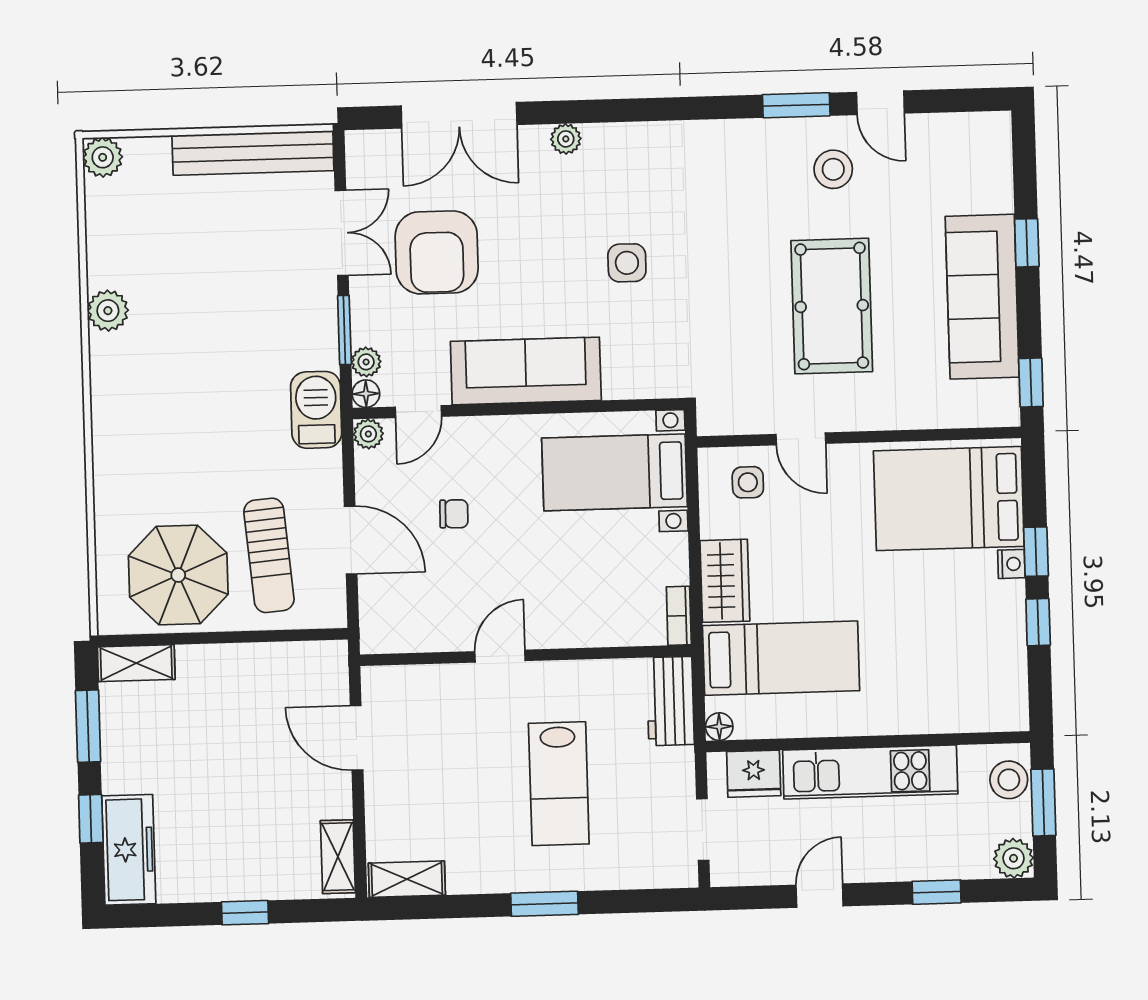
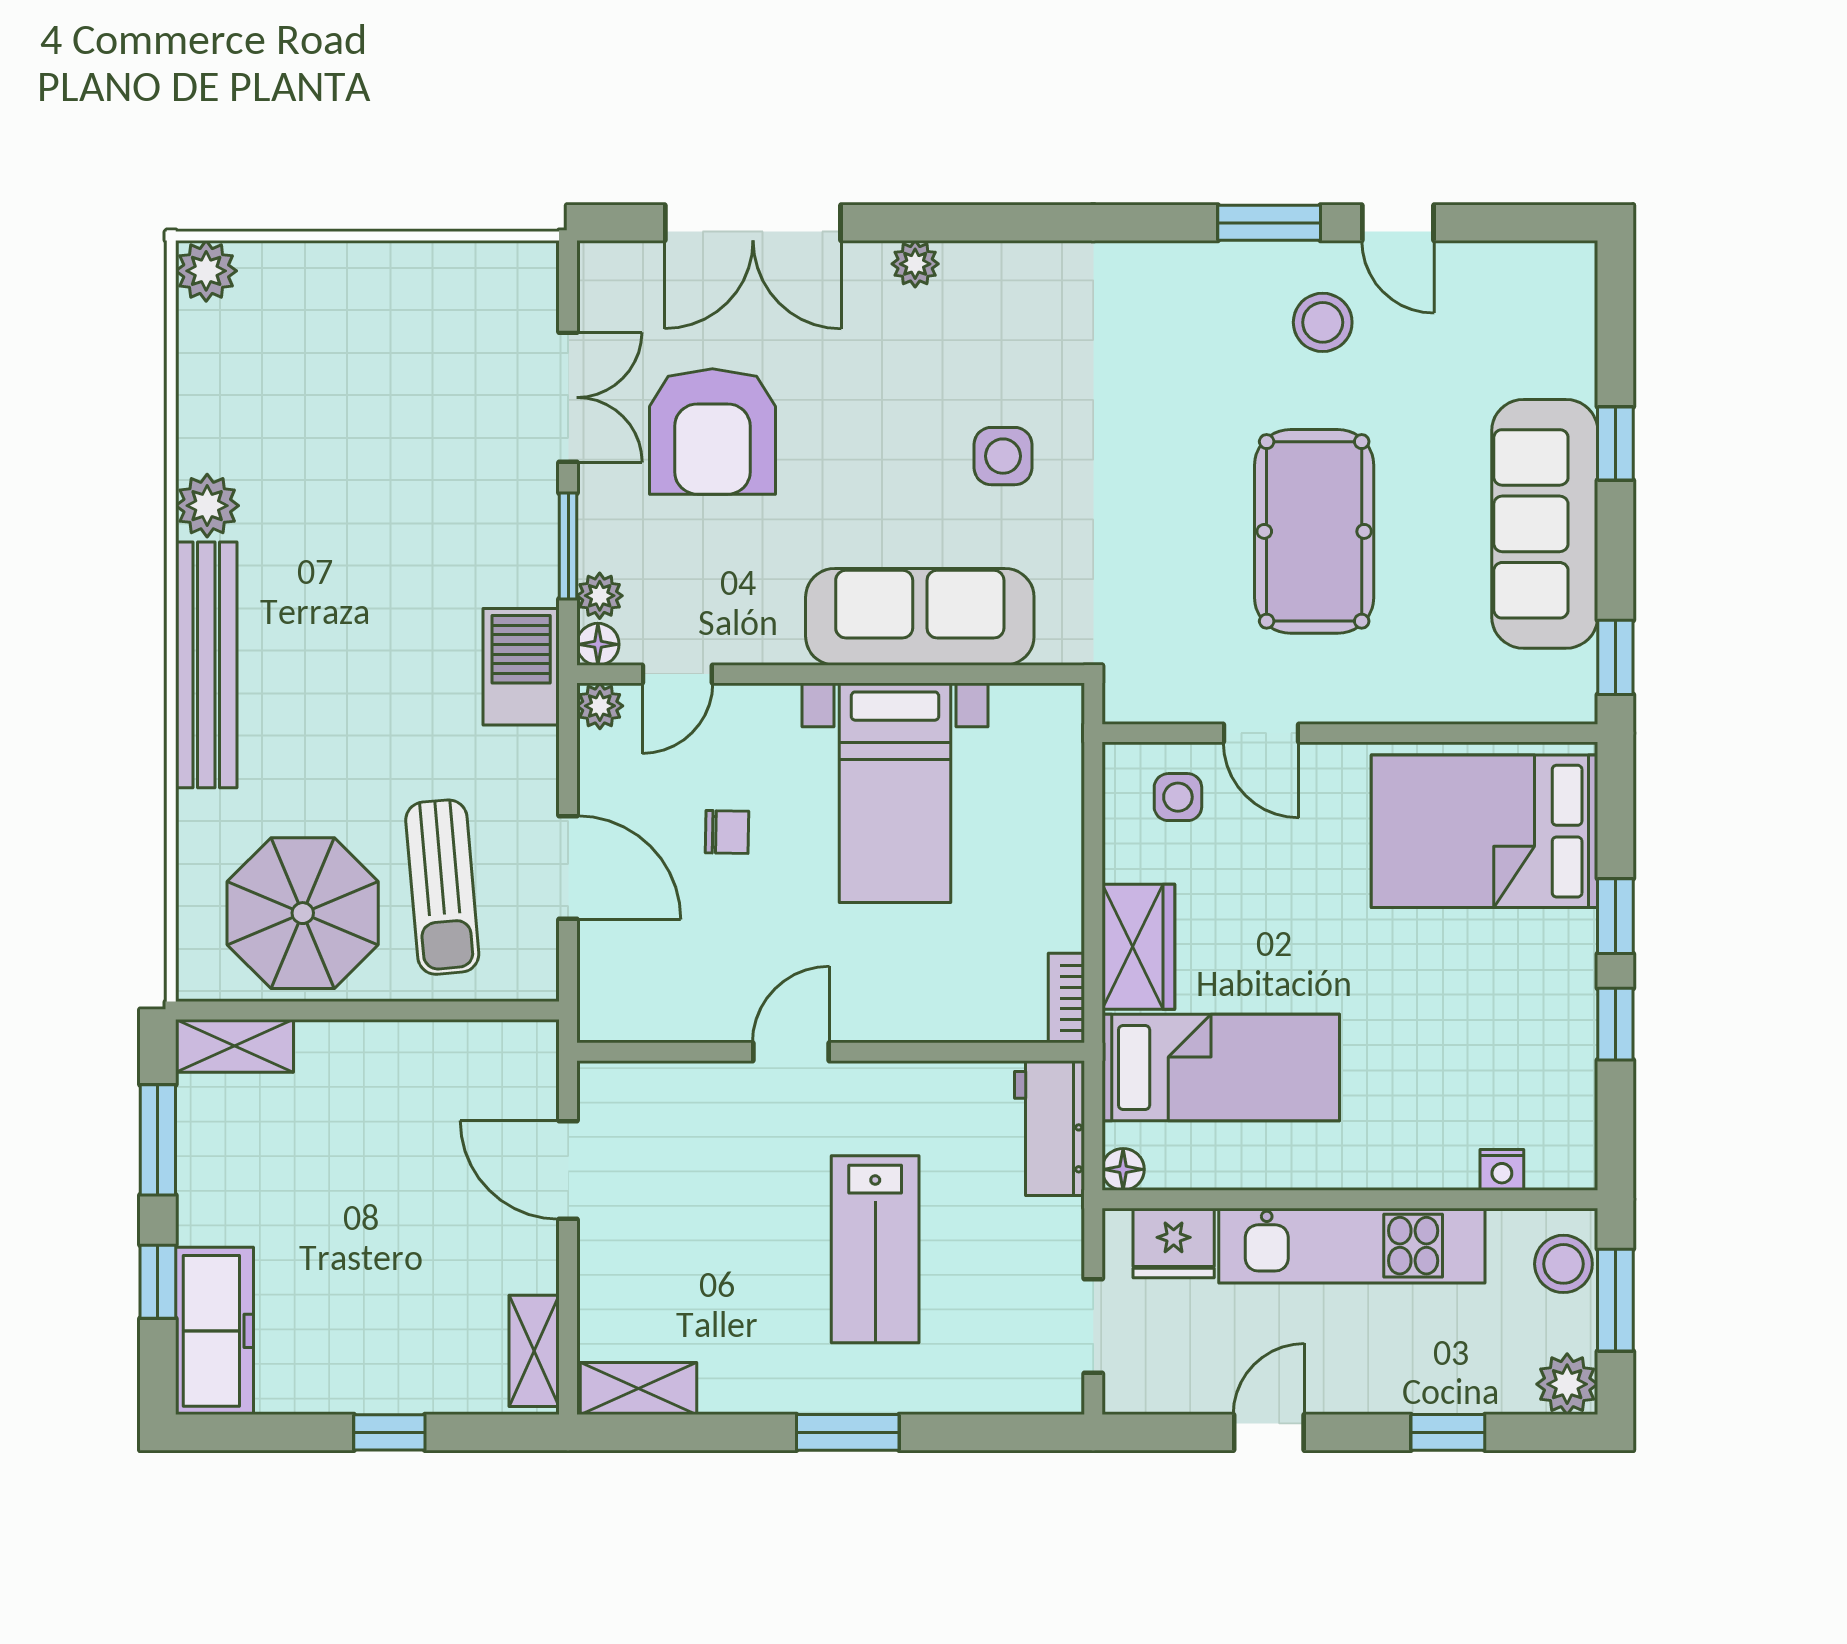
bench: (253, 153) -> (206, 665), moved, turned 90
sofa: (526, 371) -> (920, 617), moved
bed with nightstands: (615, 472) -> (895, 793), moved, turned -90
nightstand: (1011, 564) -> (1502, 1170), moved, turned 90

